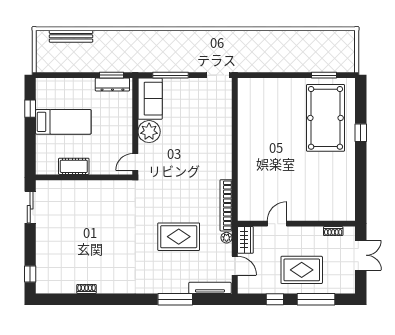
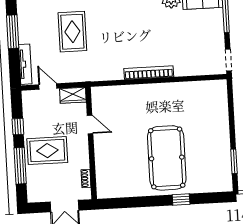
pool table: (325, 118) -> (167, 158), moved, turned 90
bookcase: (226, 205) -> (149, 73), moved
plant: (226, 238) -> (74, 77), removed
door: (235, 266) -> (48, 87), swing flipped
rug: (302, 270) -> (47, 151), turned 90

